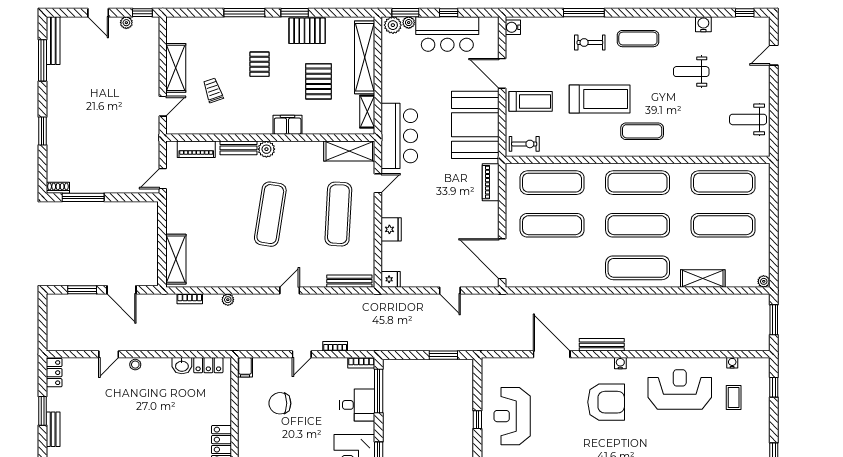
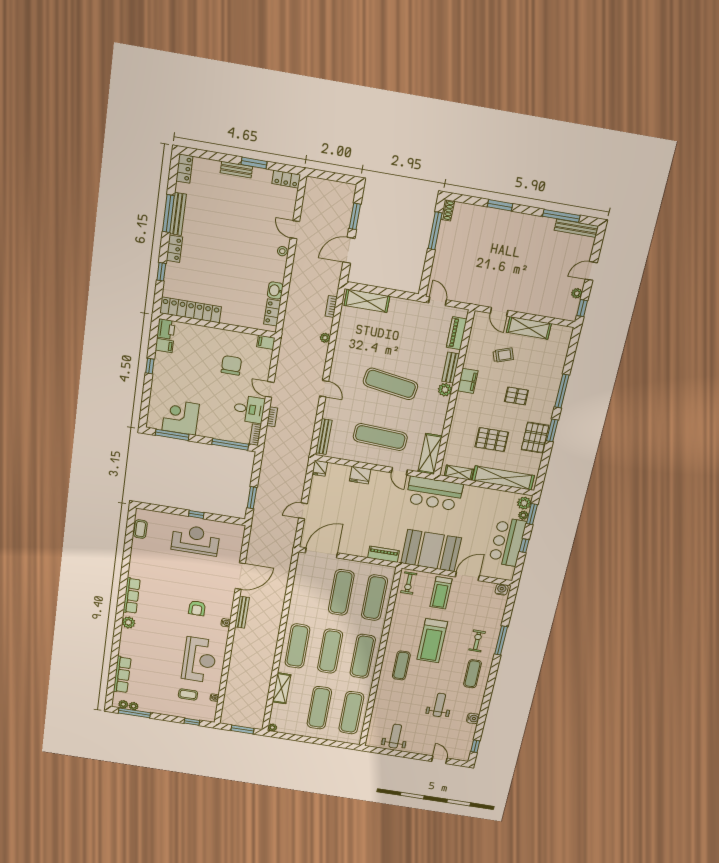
filing cabinet: (288, 125) -> (468, 381), moved
armchair: (606, 402) -> (197, 608), width x0.53, depth x0.53
desk: (357, 405) -> (249, 409), moved, turned -90

